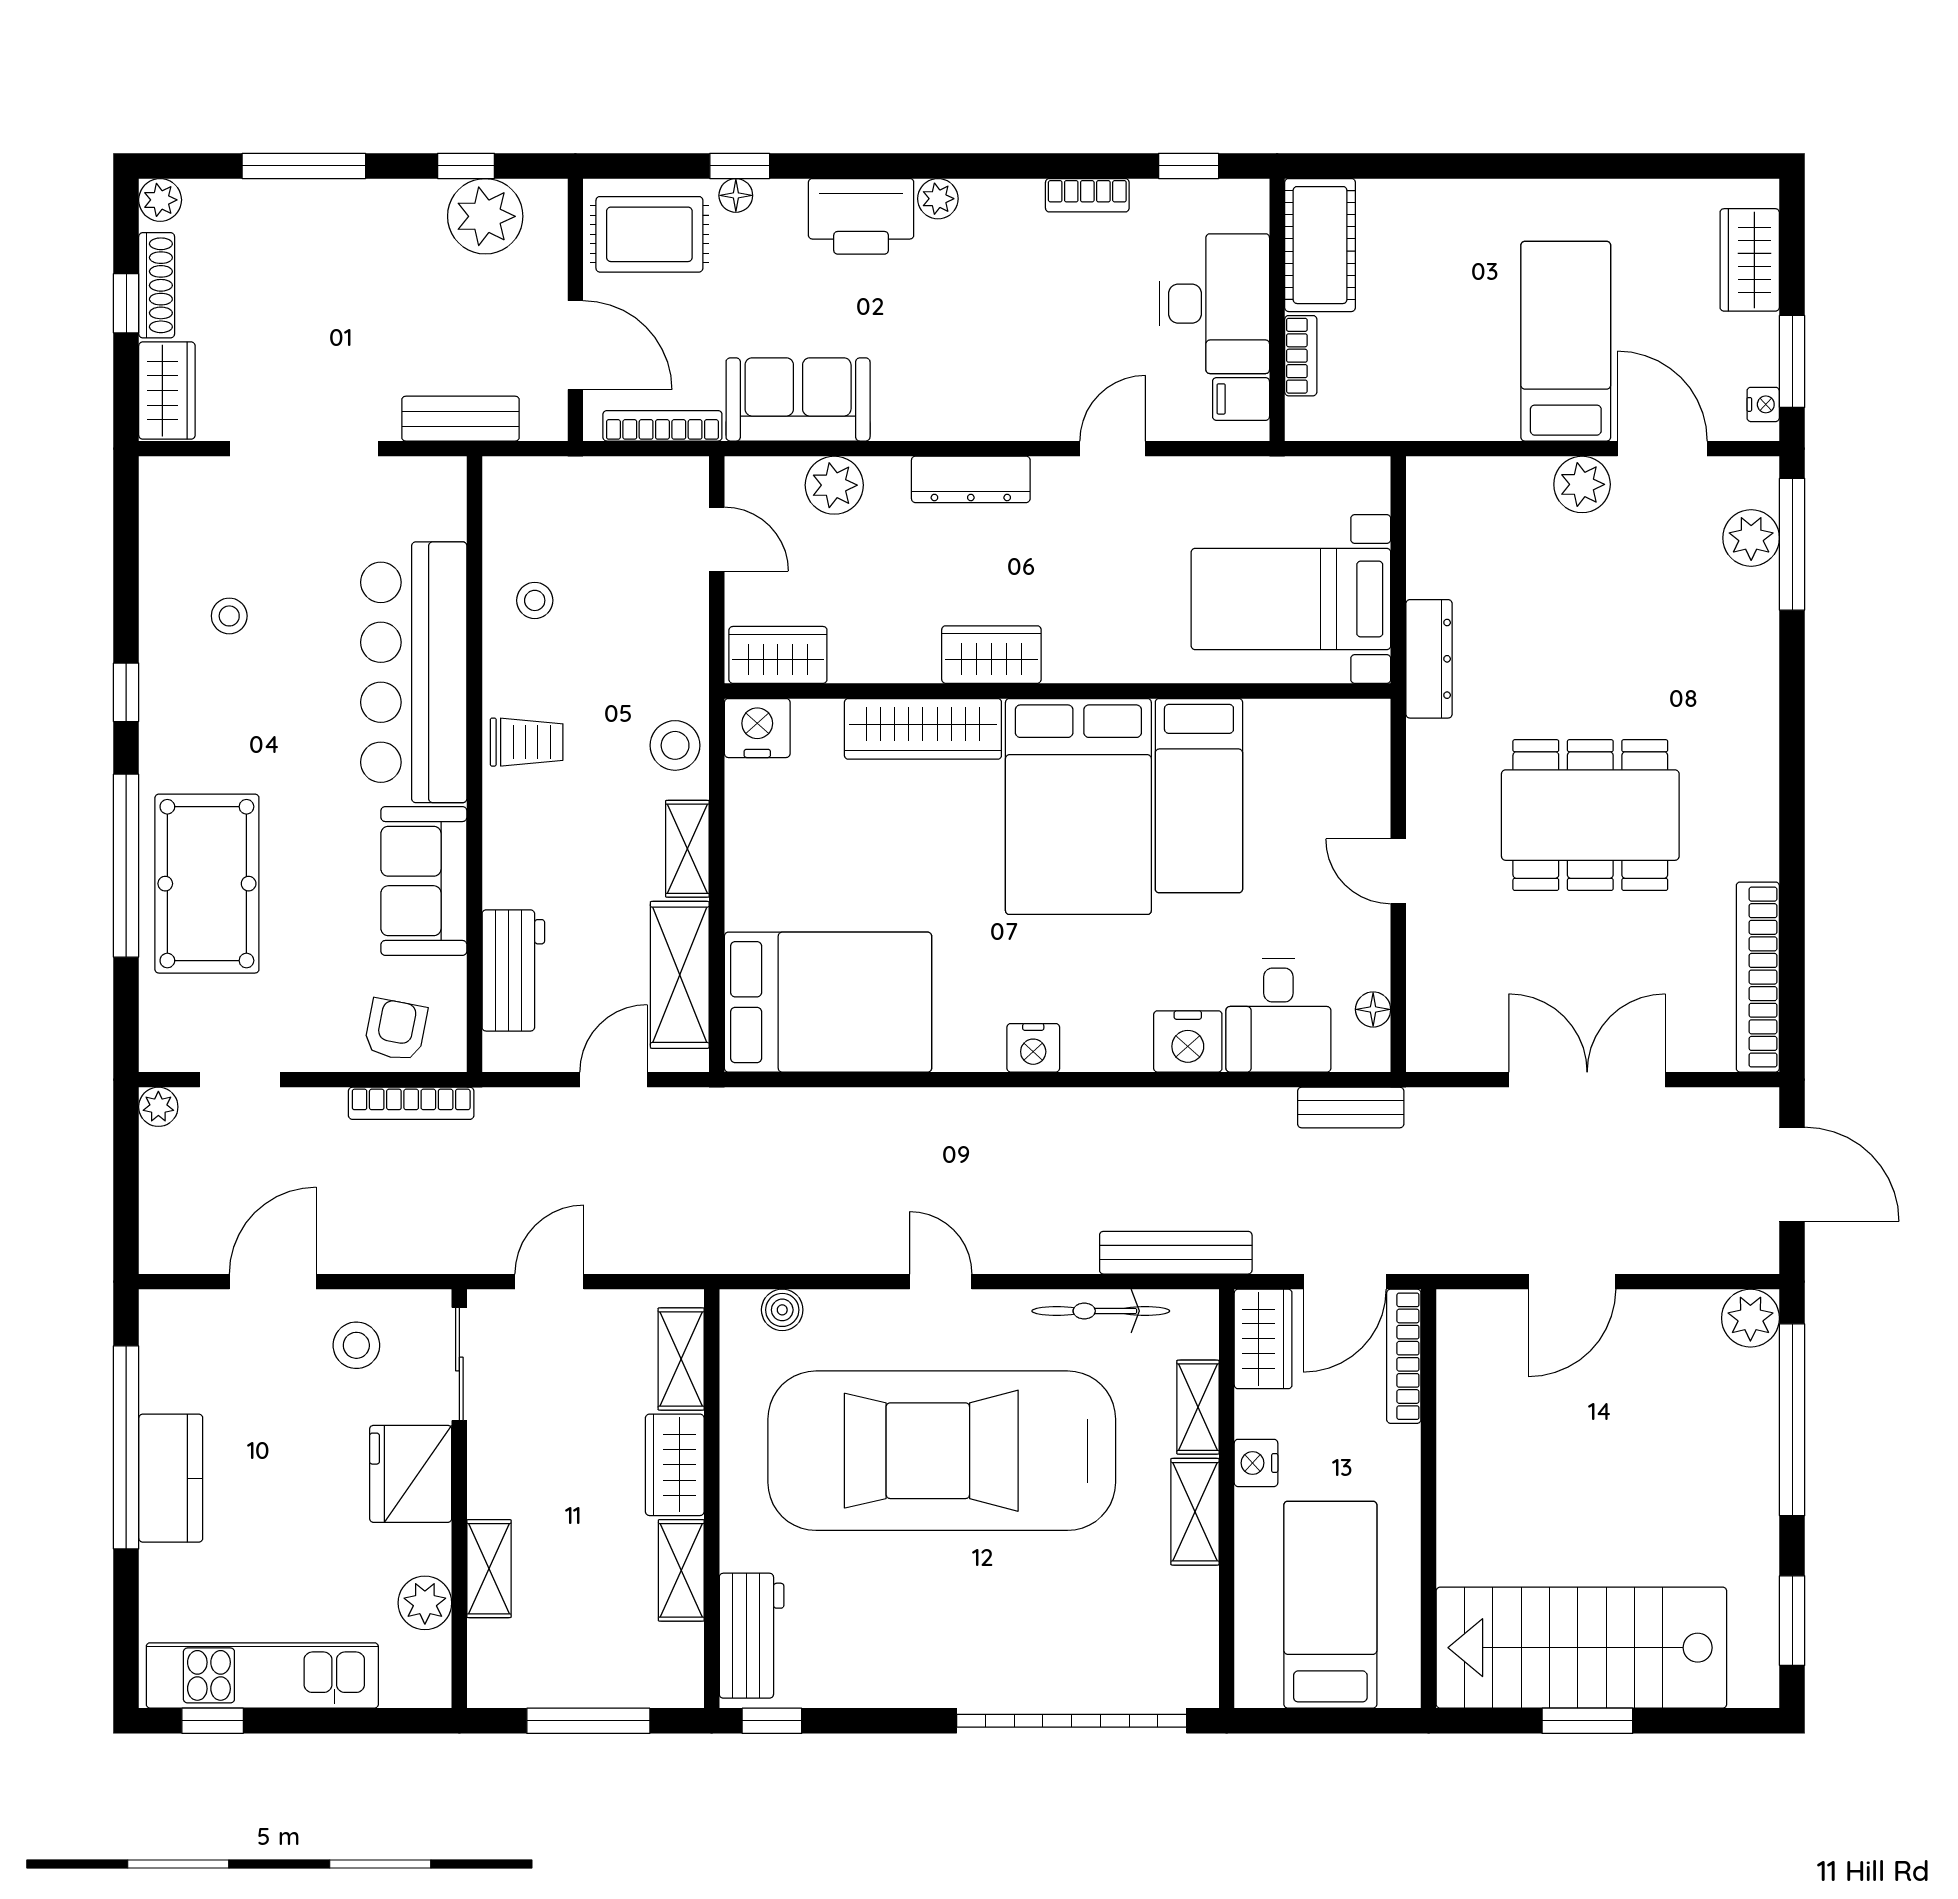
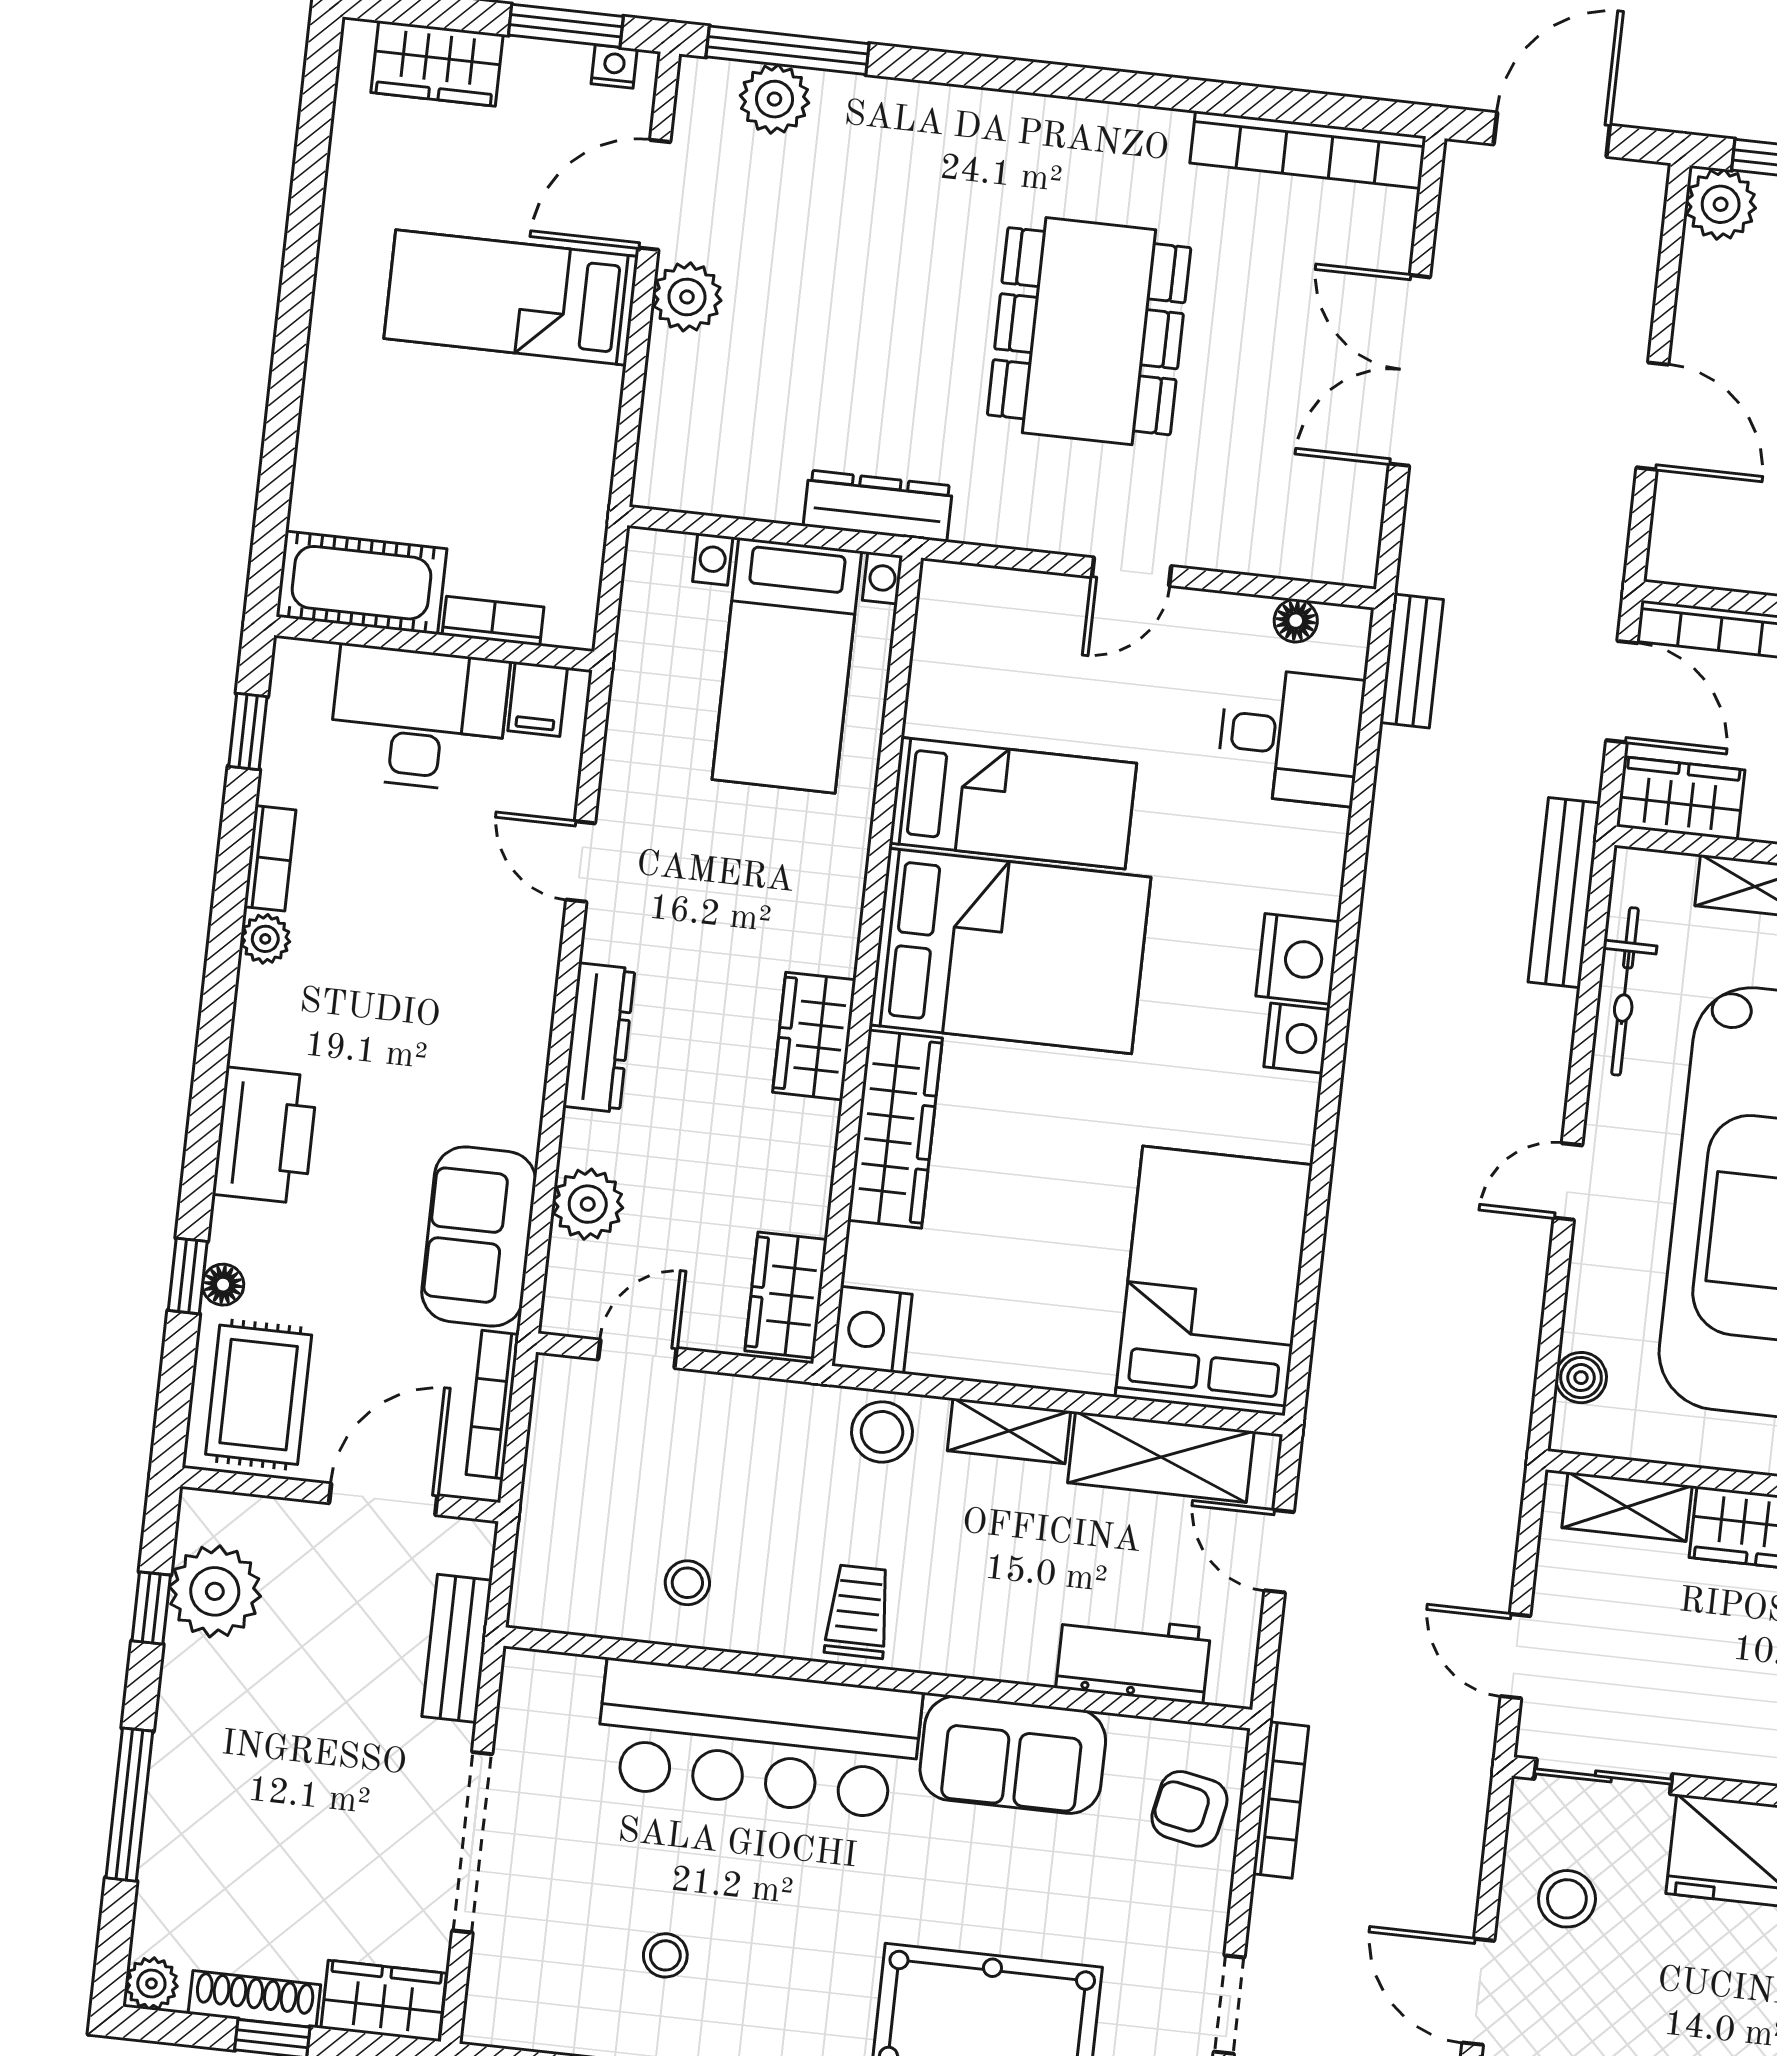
plant: (938, 199) -> (265, 939), moved
nightstand: (1188, 1041) -> (1298, 959), moved

